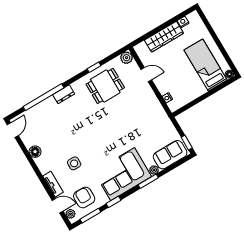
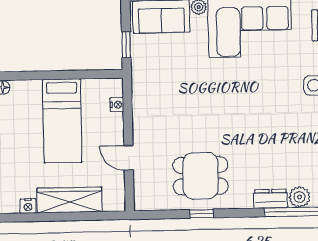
plant: (127, 58) -> (299, 197), moved
bed: (206, 65) -> (62, 121), moved
window: (187, 143) -> (126, 45), moved

